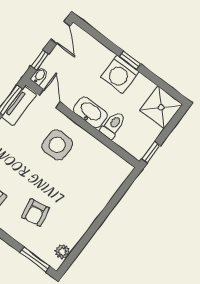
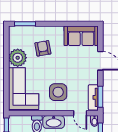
corner sofa: (96, 181) -> (24, 89), added
plant: (62, 252) -> (18, 58), moved, width x1.87, depth x1.87

